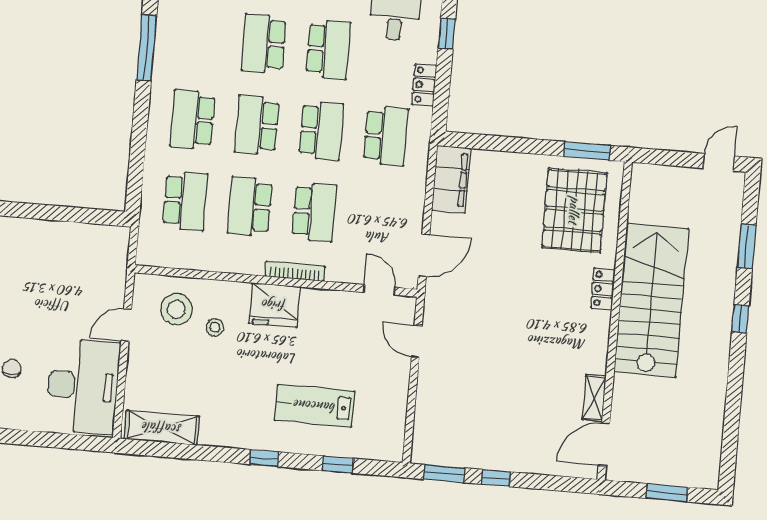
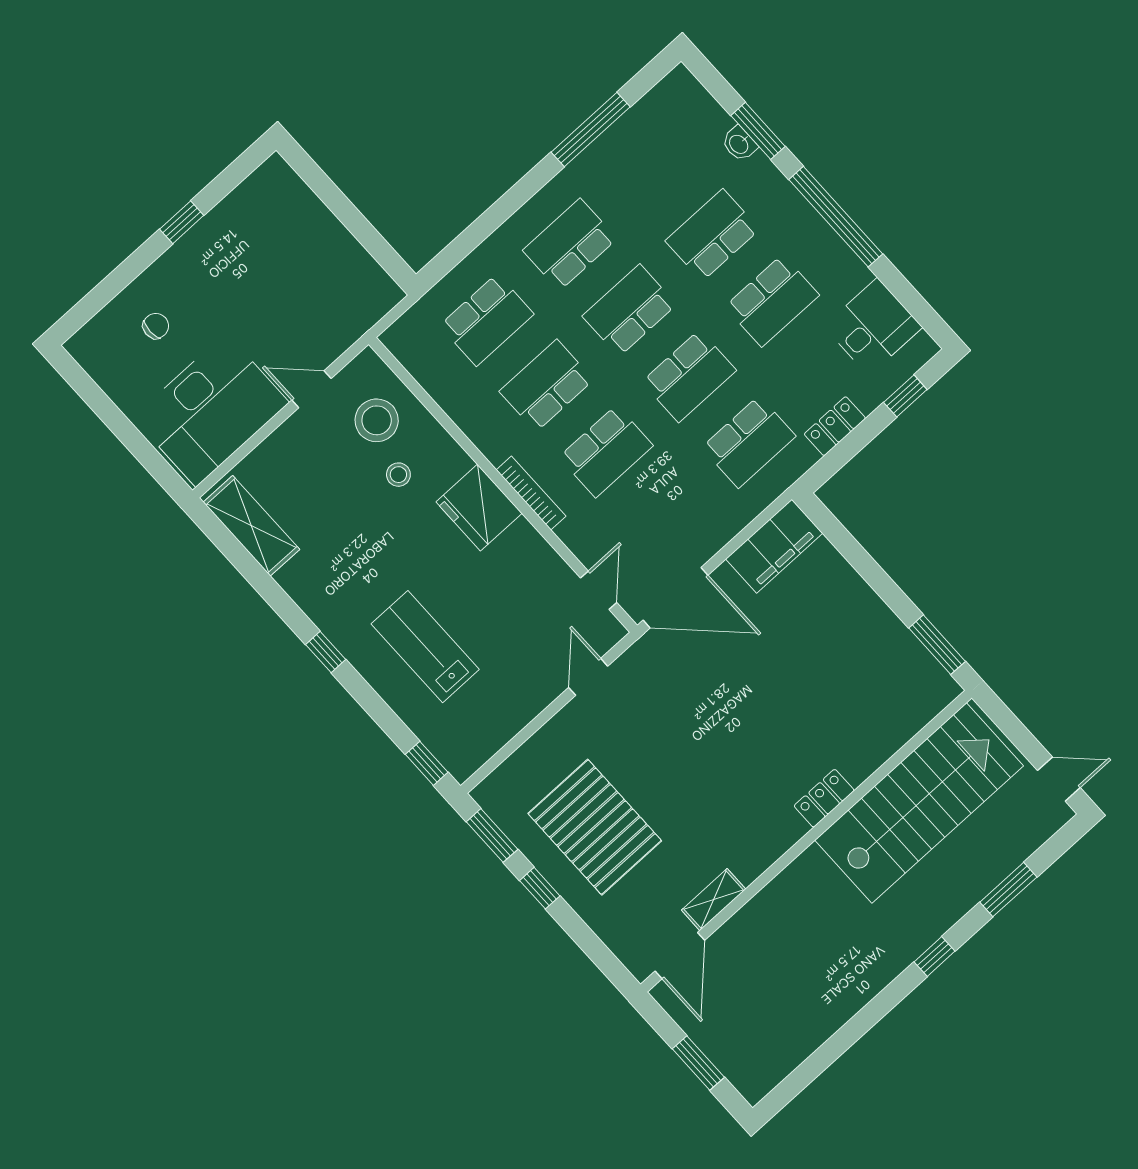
pallet: (574, 210) -> (595, 827), moved, turned 90
door: (424, 256) -> (676, 598), width x1.36
stairs: (651, 300) -> (919, 803), moved
door: (604, 445) -> (680, 956), swing flipped
window: (338, 464) -> (427, 763), moved

